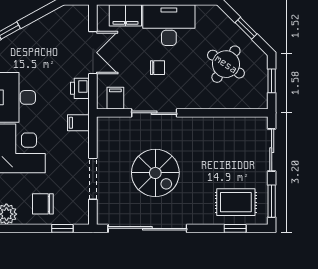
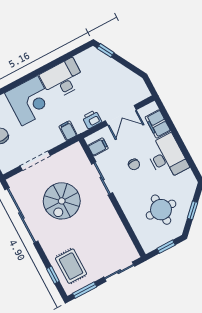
round table: (226, 64) -> (161, 210), turned -34

